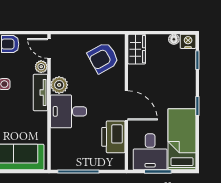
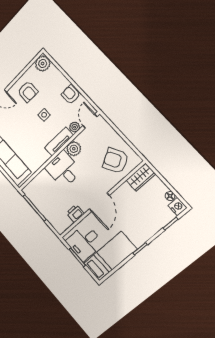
printer: (113, 137) -> (75, 213), width x0.53, depth x0.68

